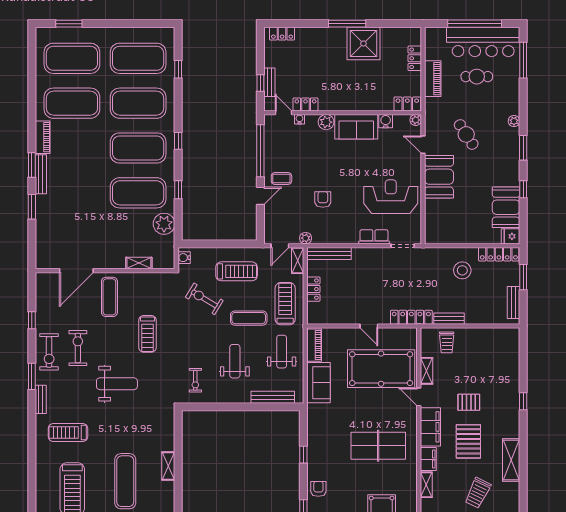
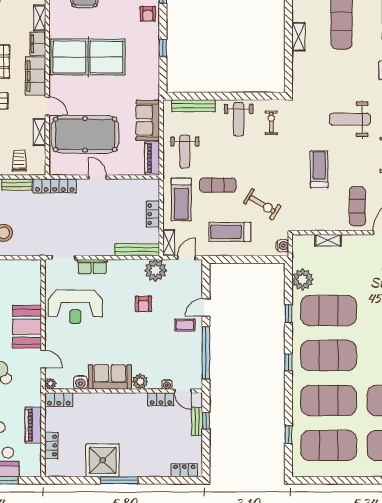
plant: (306, 238) -> (156, 270), width x1.88, depth x1.88
weight bench: (235, 361) -> (239, 119), moved
table tennis table: (378, 446) -> (88, 57), width x1.36, depth x1.32

